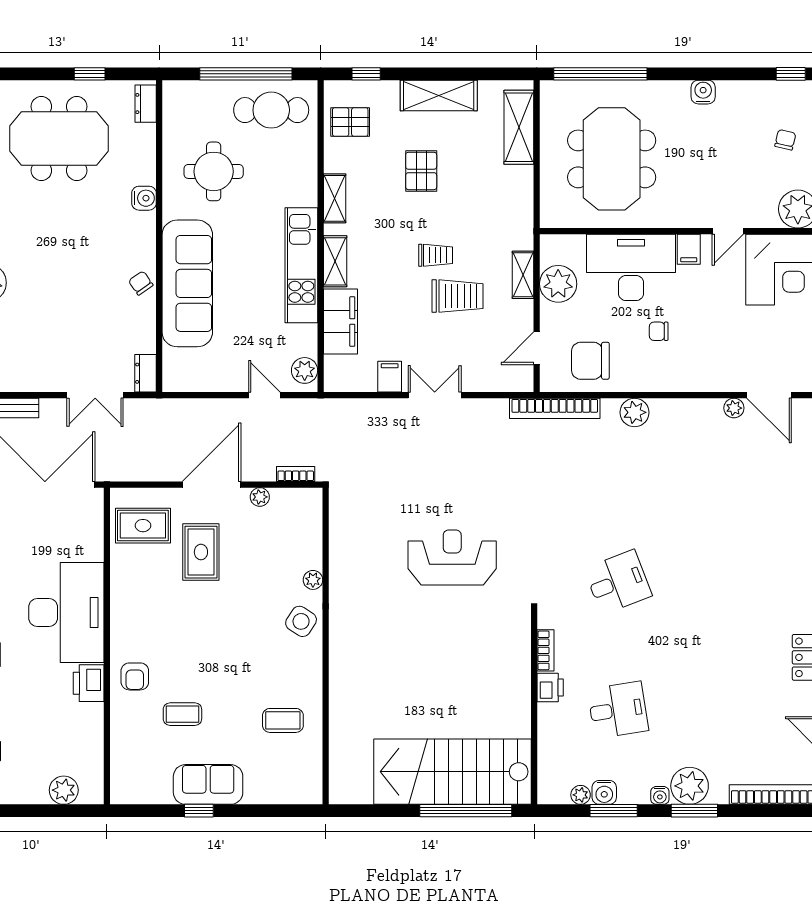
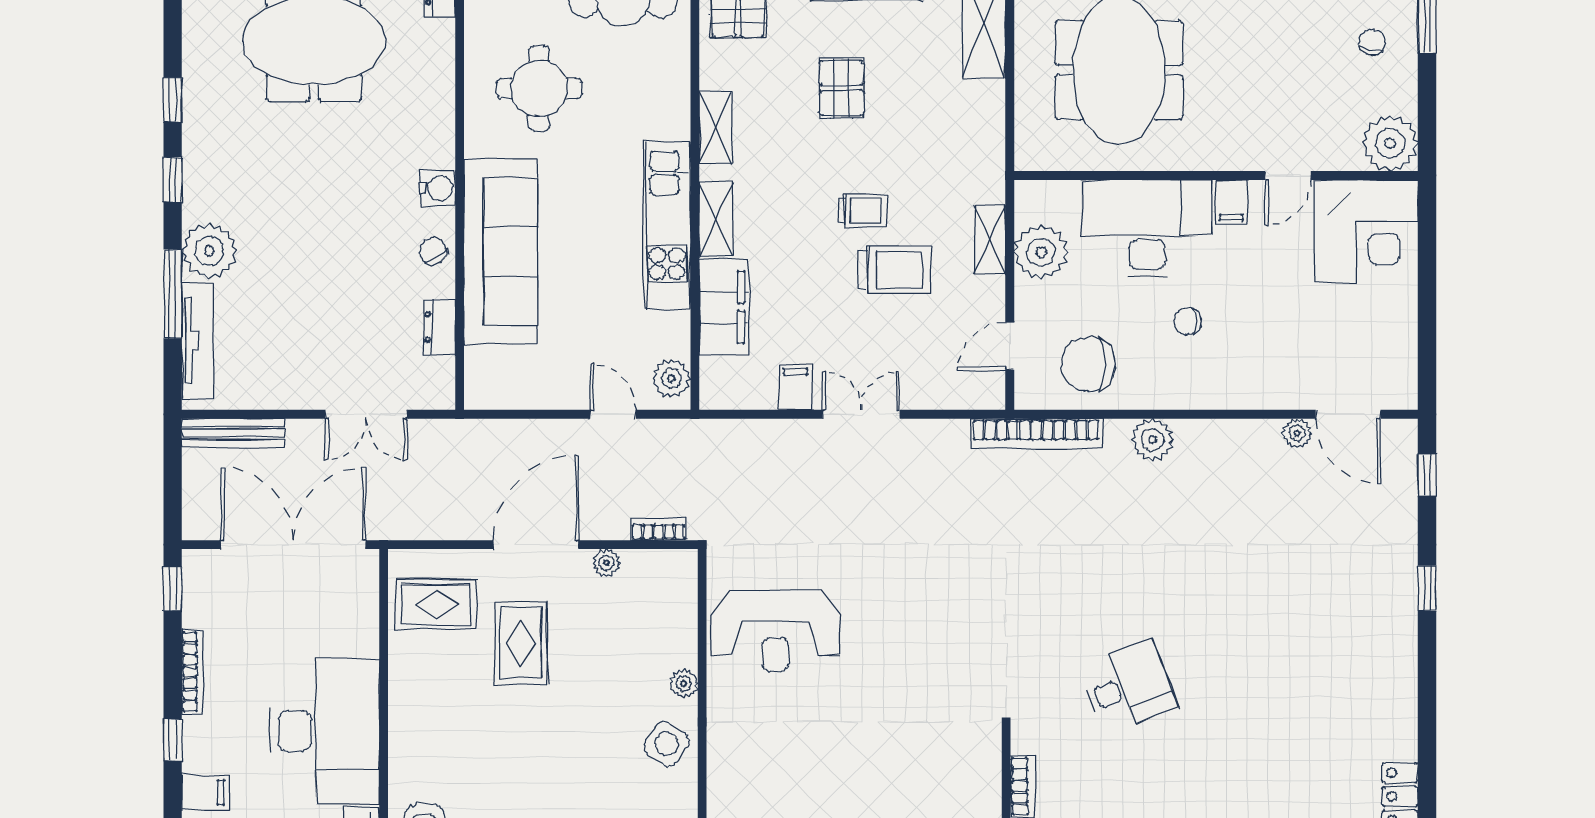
water cooler: (144, 198) -> (438, 188), moved
dresser: (145, 373) -> (440, 327), moved
reception desk: (452, 558) -> (775, 631), moved, turned 180

